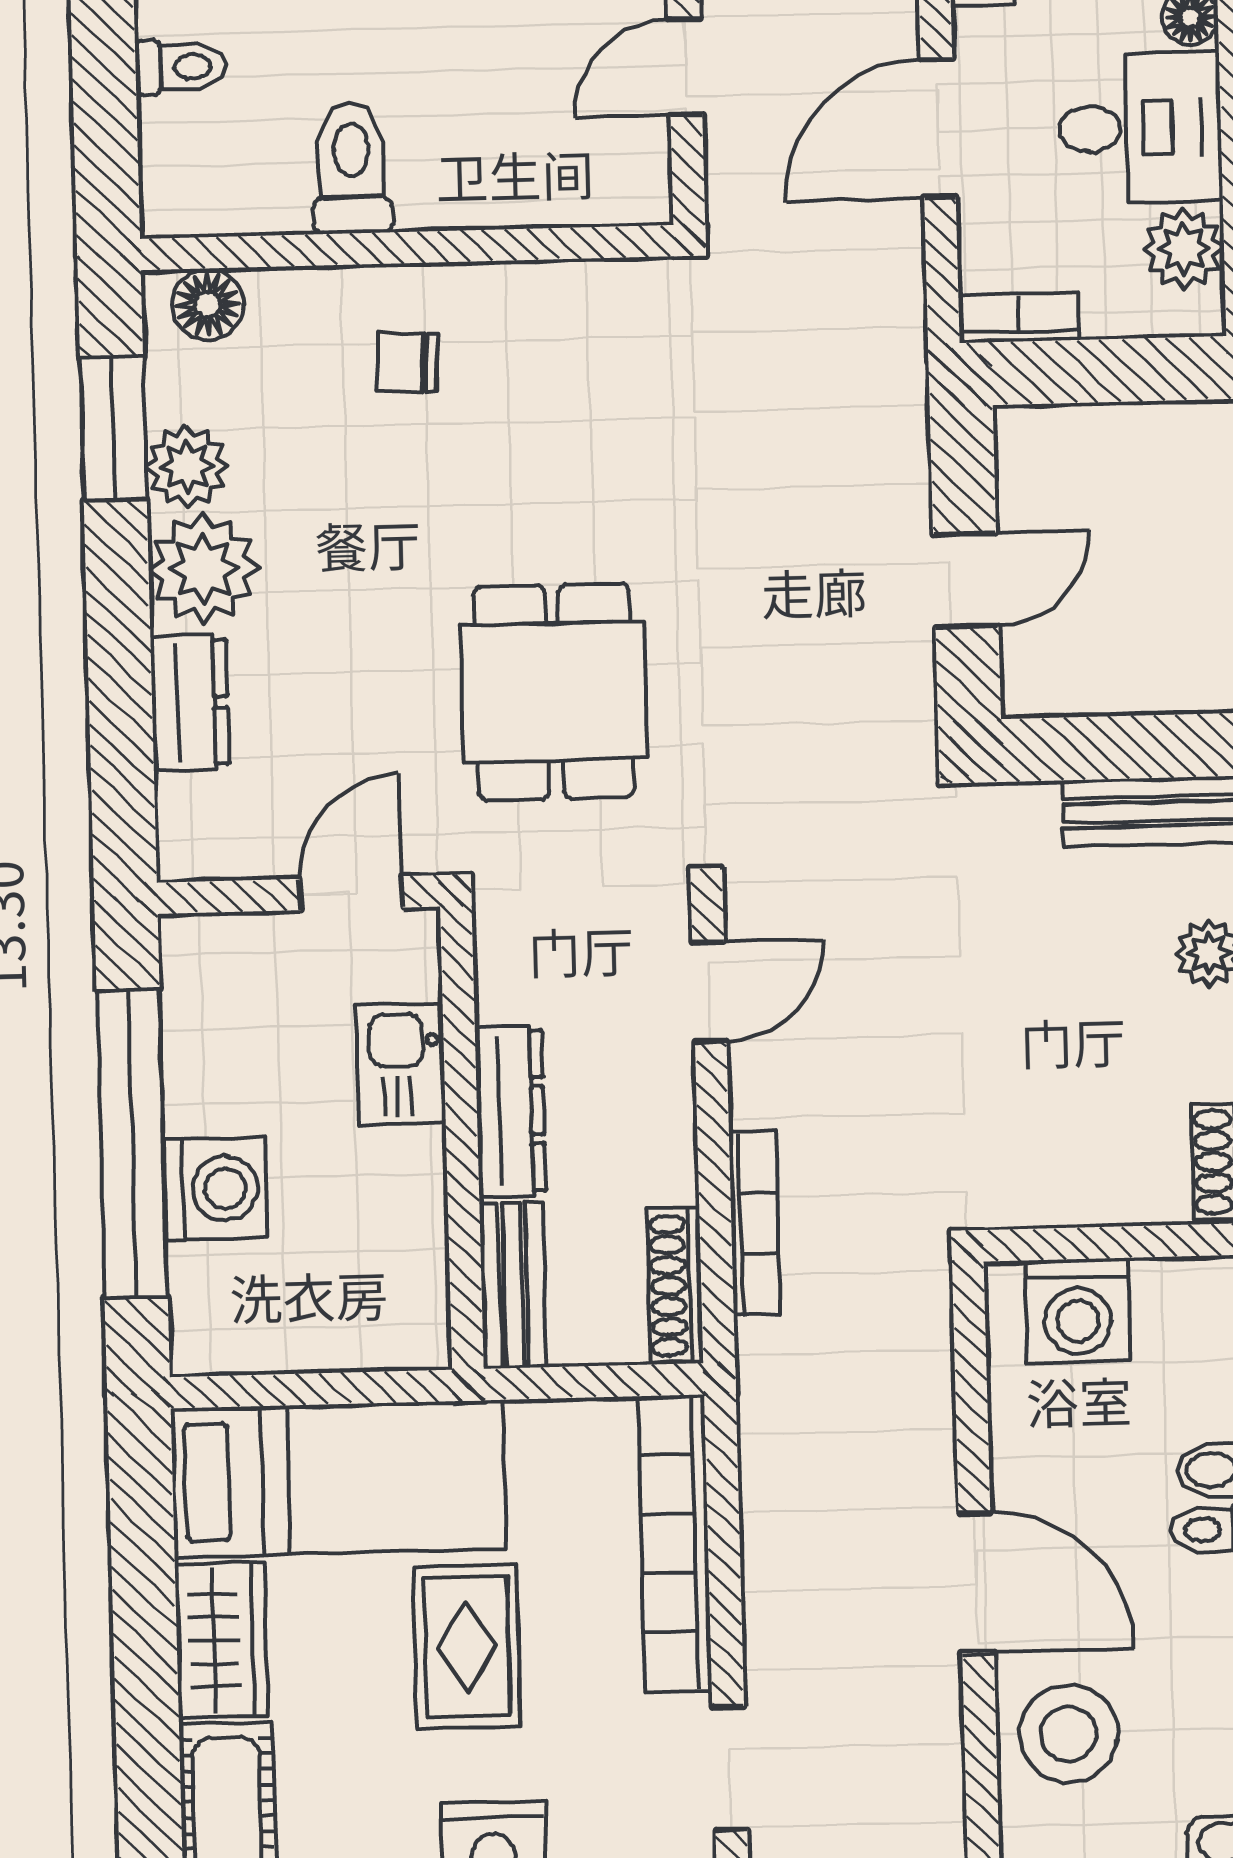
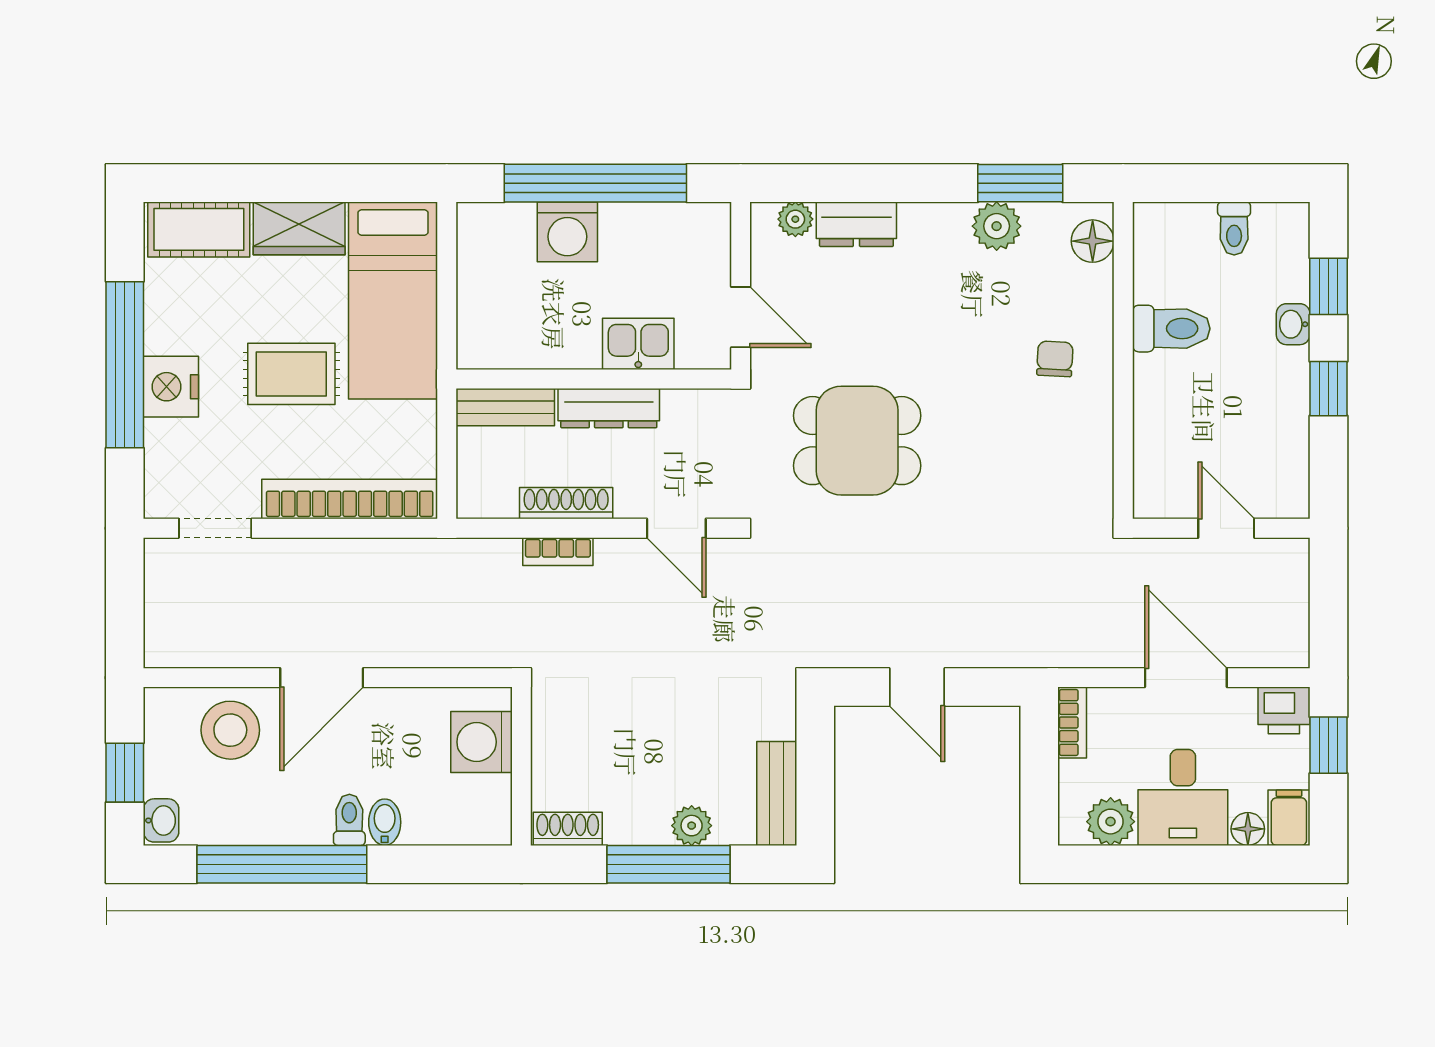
plant: (203, 568) -> (795, 219), moved, width x0.53, depth x0.53
bookcase: (755, 1223) -> (558, 552), width x0.64
shoe rack: (675, 1286) -> (566, 503), moved

